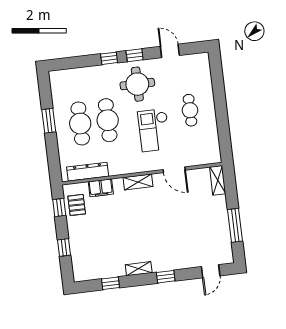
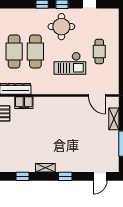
checkout: (154, 130) -> (70, 63), turned -90
door: (174, 170) -> (97, 96), moved
shelving: (218, 180) -> (114, 119), moved
shelving: (138, 182) -> (53, 101), removed

